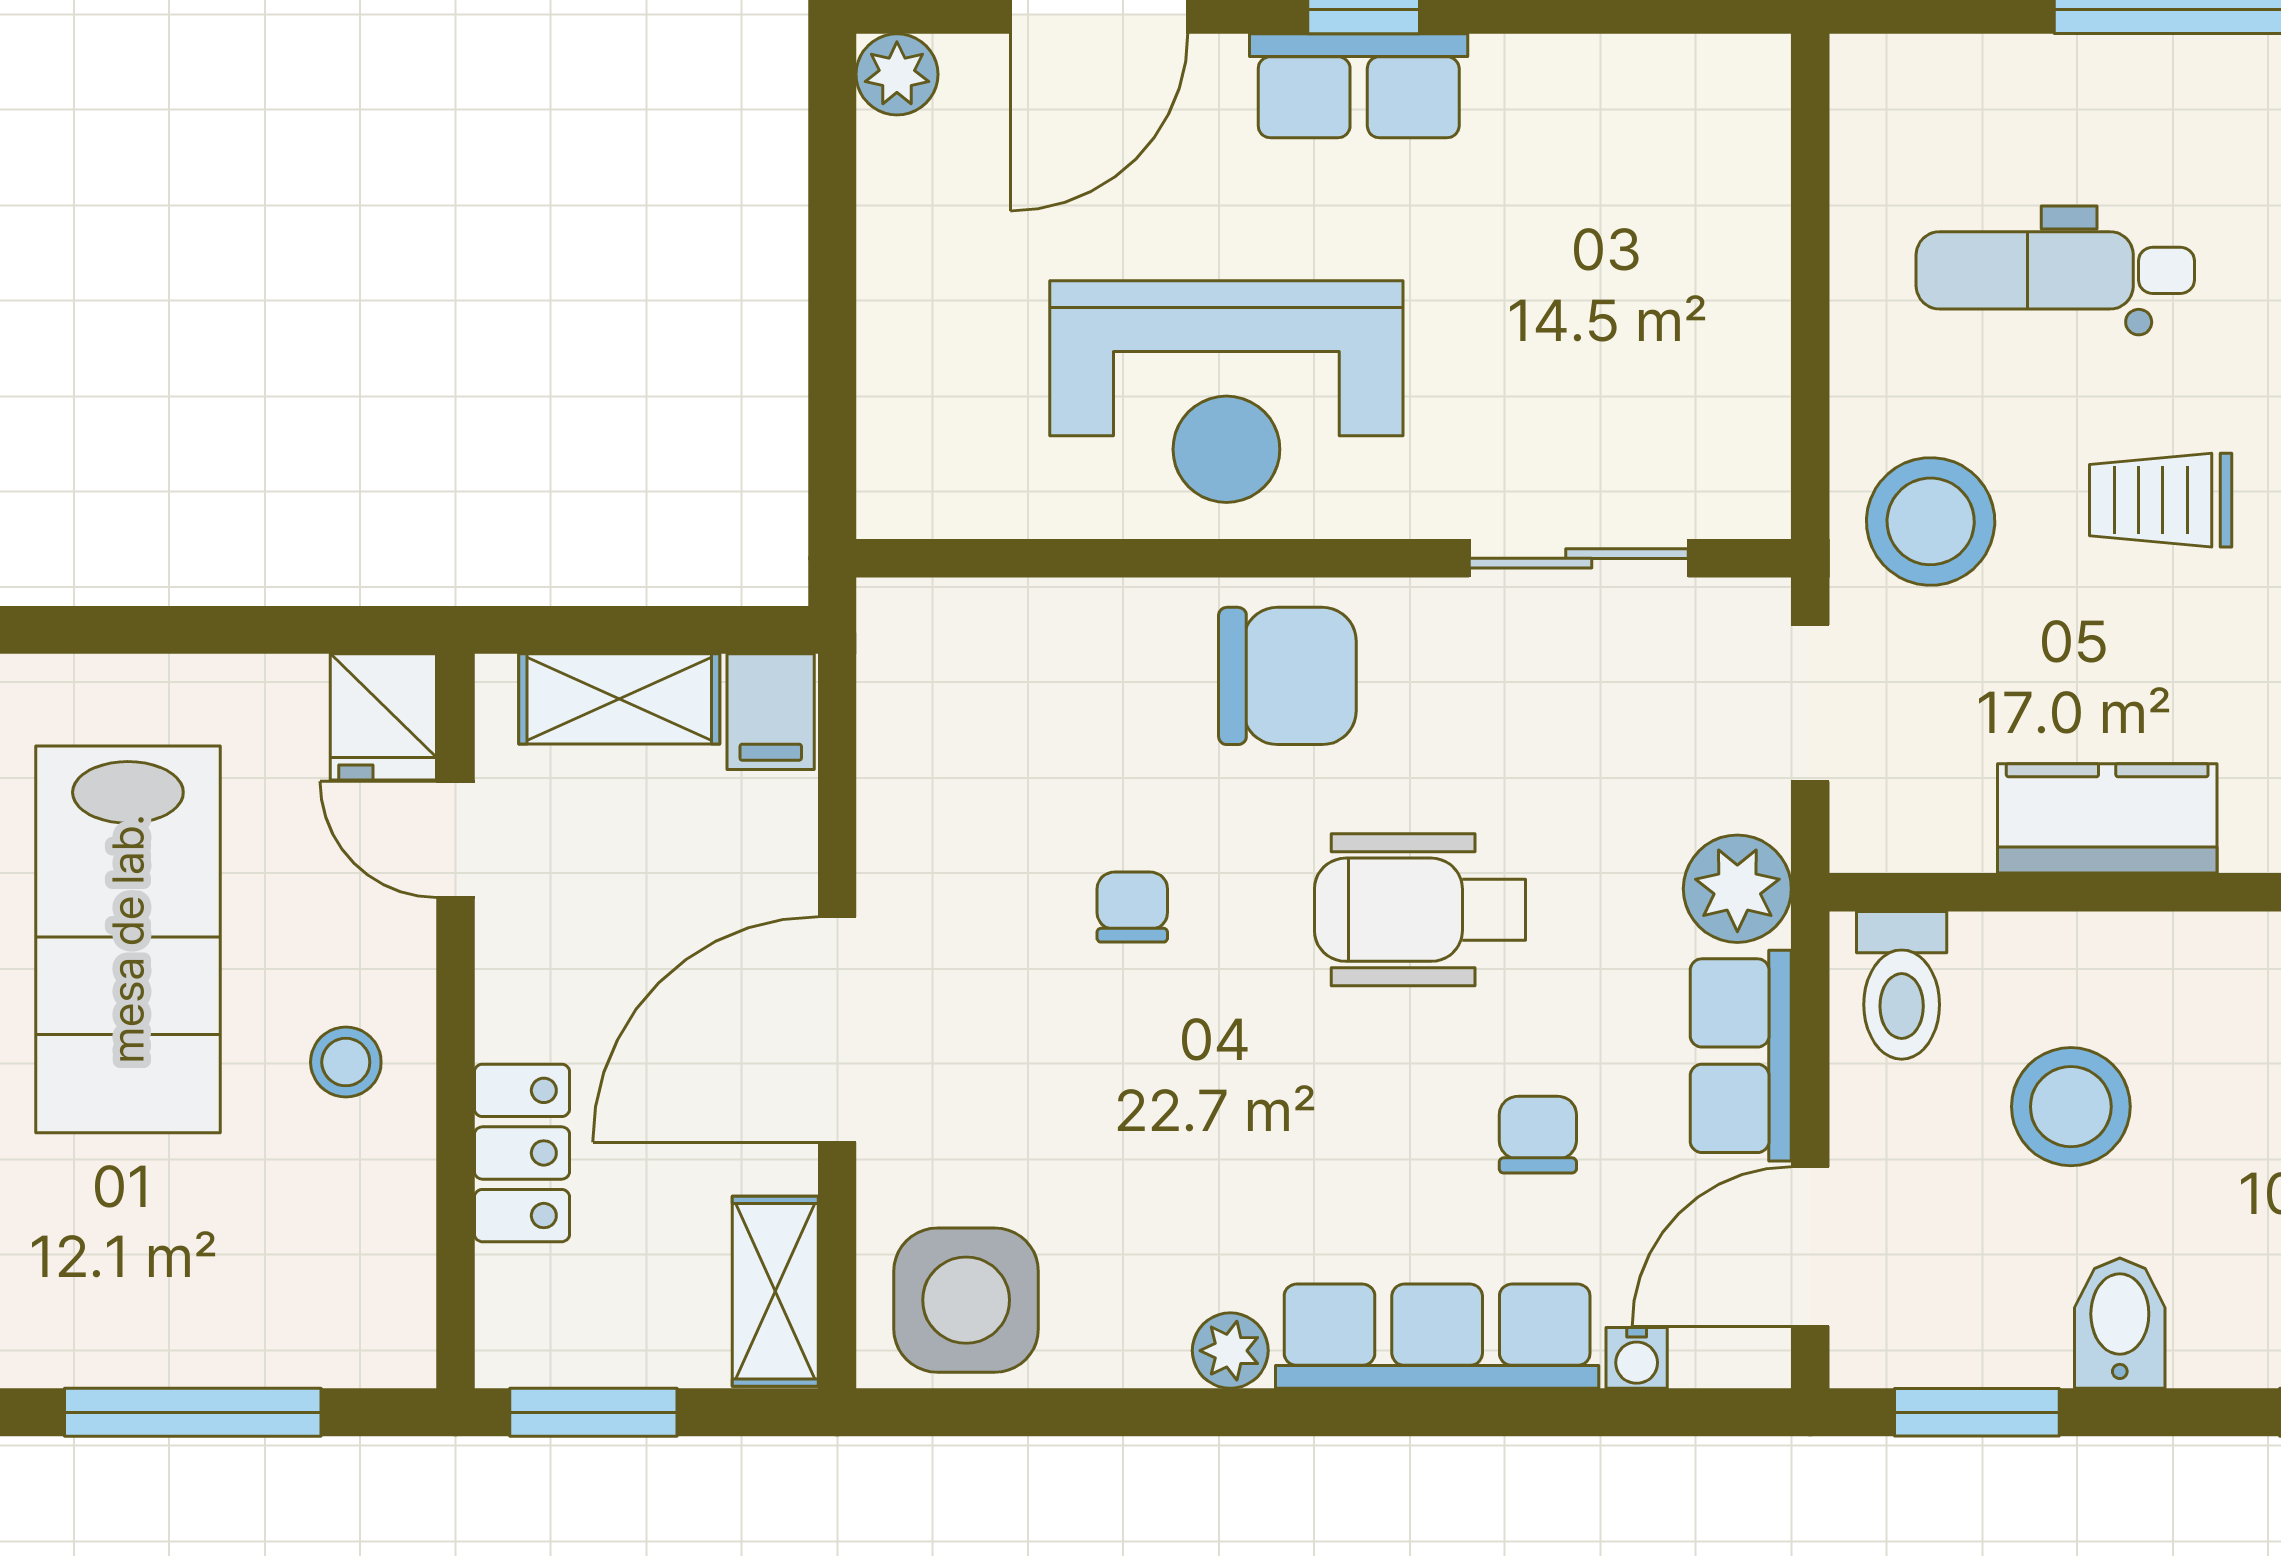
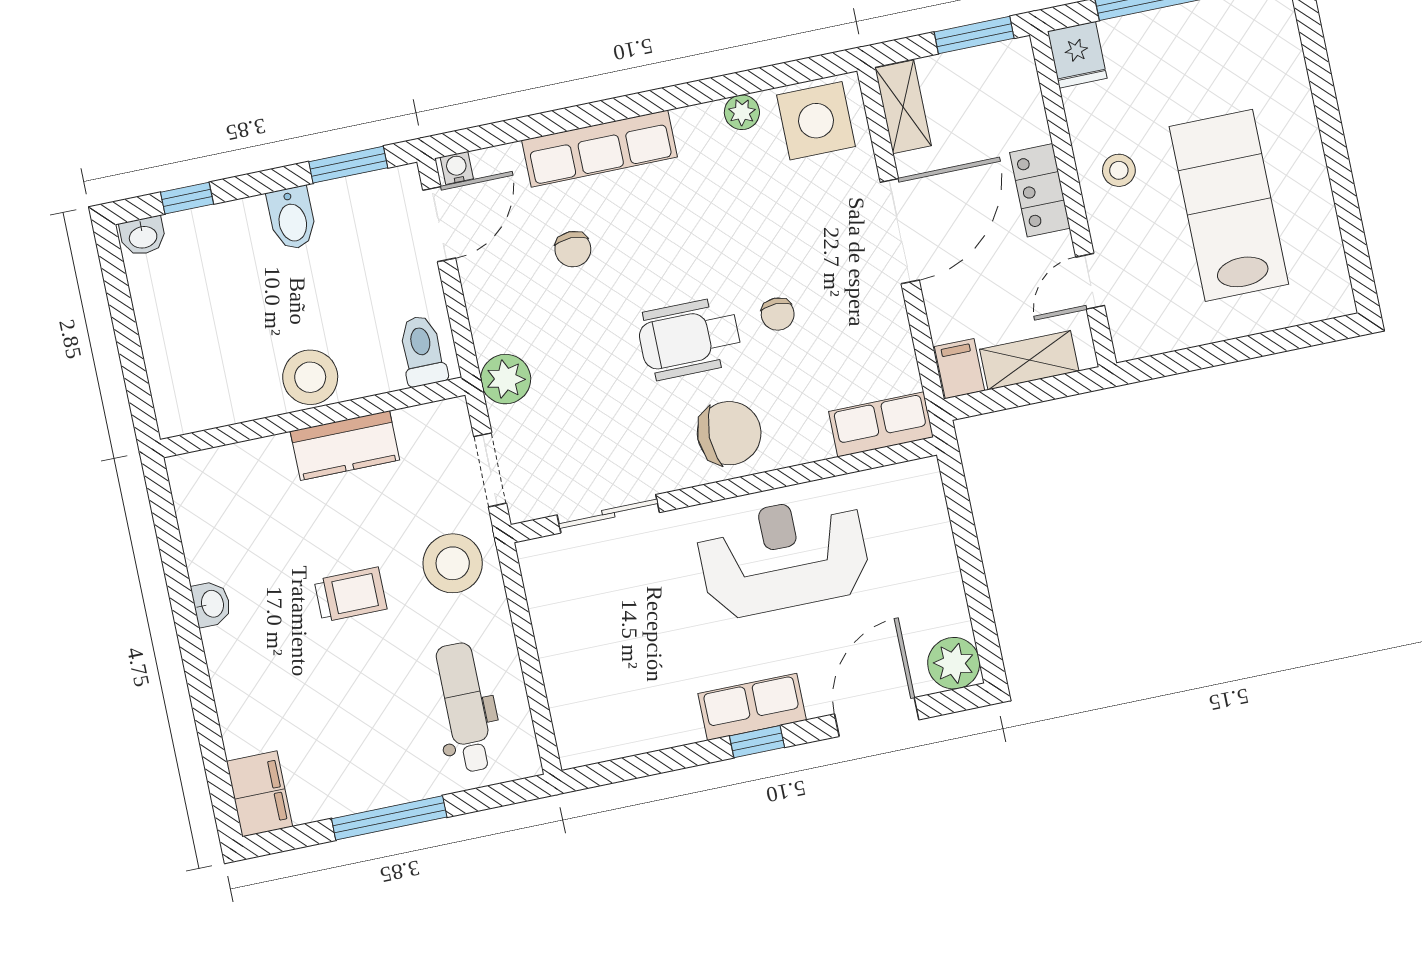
plant: (897, 74) -> (954, 663), width x1.38, depth x1.38
dental chair: (2055, 270) -> (465, 707), moved, turned -90
chair: (1287, 676) -> (729, 433), turned 180
fridge: (383, 717) -> (1077, 55), moved, turned 180
door: (455, 839) -> (1090, 281), swing flipped
wheelchair: (1420, 910) -> (689, 338), moved, turned 180
row of seats: (1741, 1056) -> (881, 424), moved, turned -90
stool: (2071, 1107) -> (310, 377), moved
locker: (522, 1153) -> (1040, 190), moved
plant: (1230, 1351) -> (742, 112), moved
water cooler: (1637, 1358) -> (457, 168), moved

